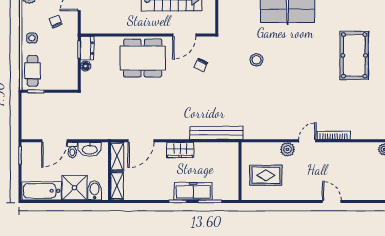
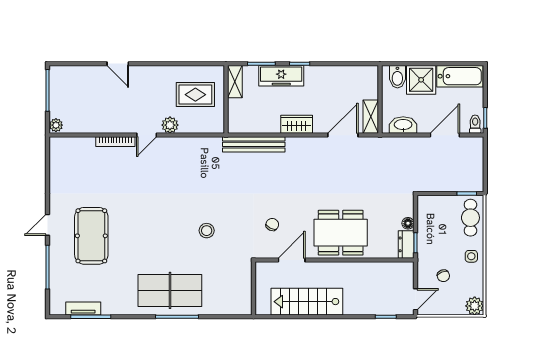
toilet: (72, 150) -> (475, 124), moved
shelving: (117, 186) -> (235, 82), moved

